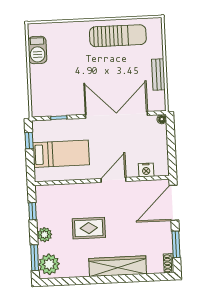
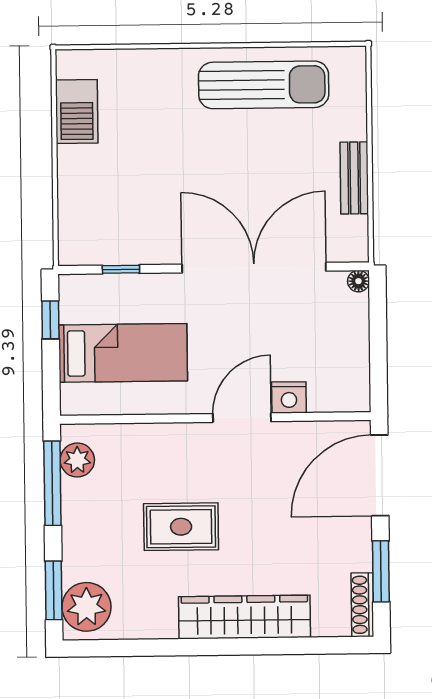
nightstand: (146, 170) -> (289, 397), moved
window: (32, 211) -> (52, 483), width x2.17
plant: (44, 235) -> (77, 460), moved
shoe rack: (169, 263) -> (362, 605), width x1.43

